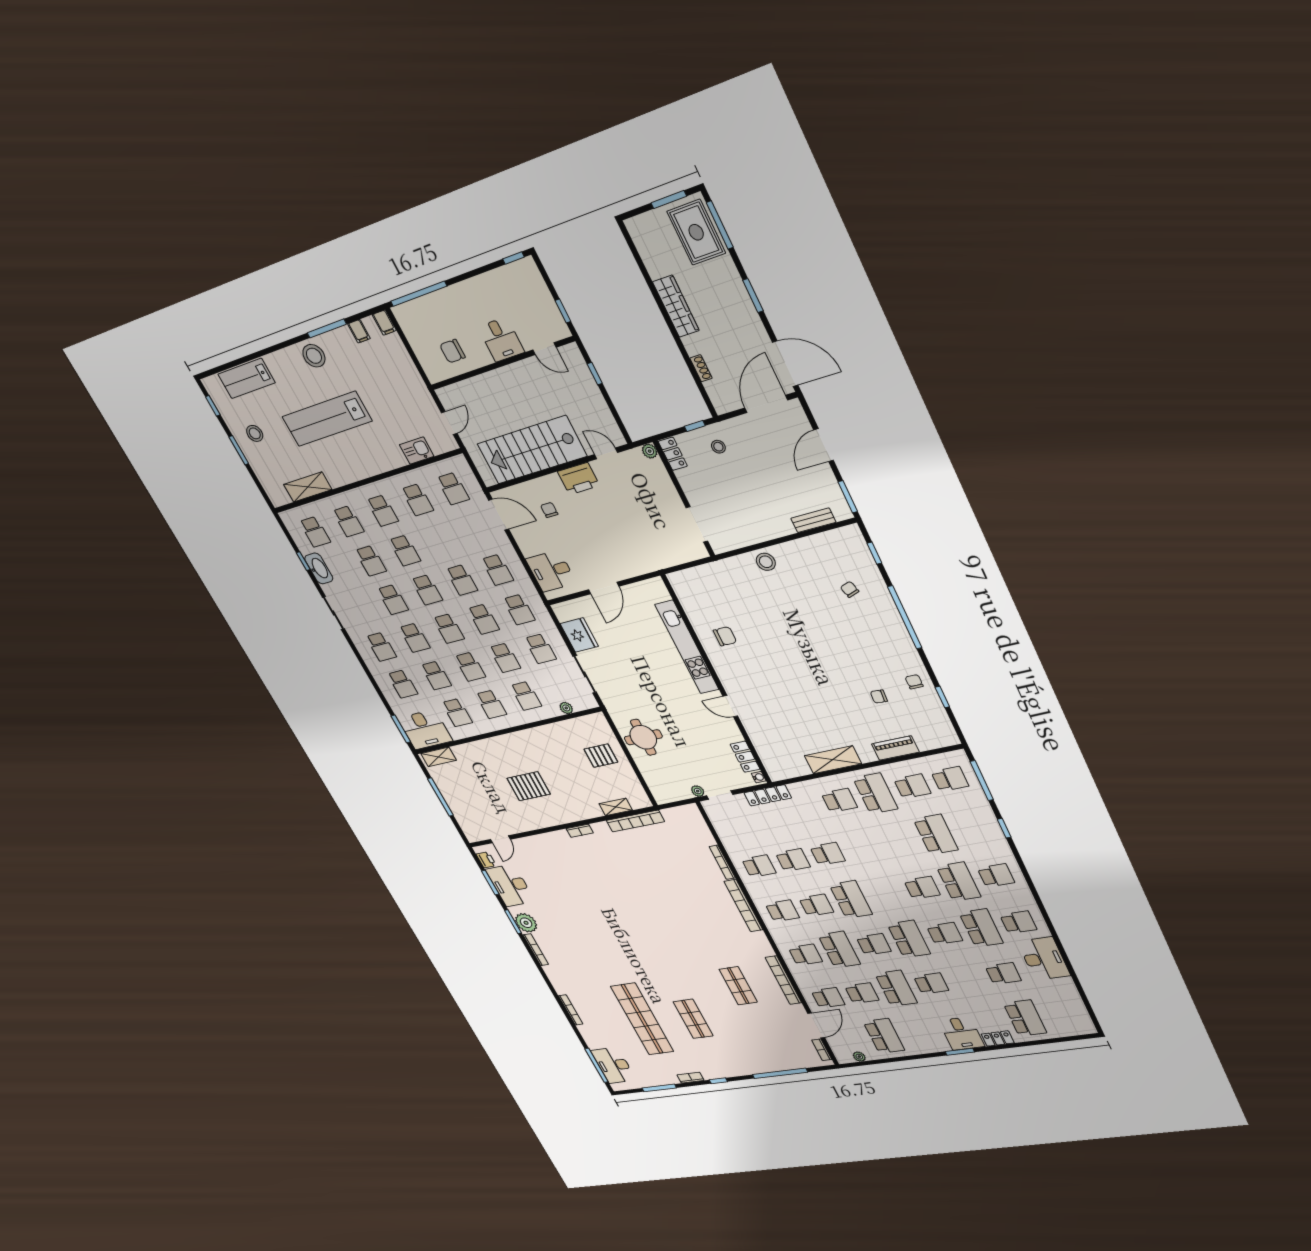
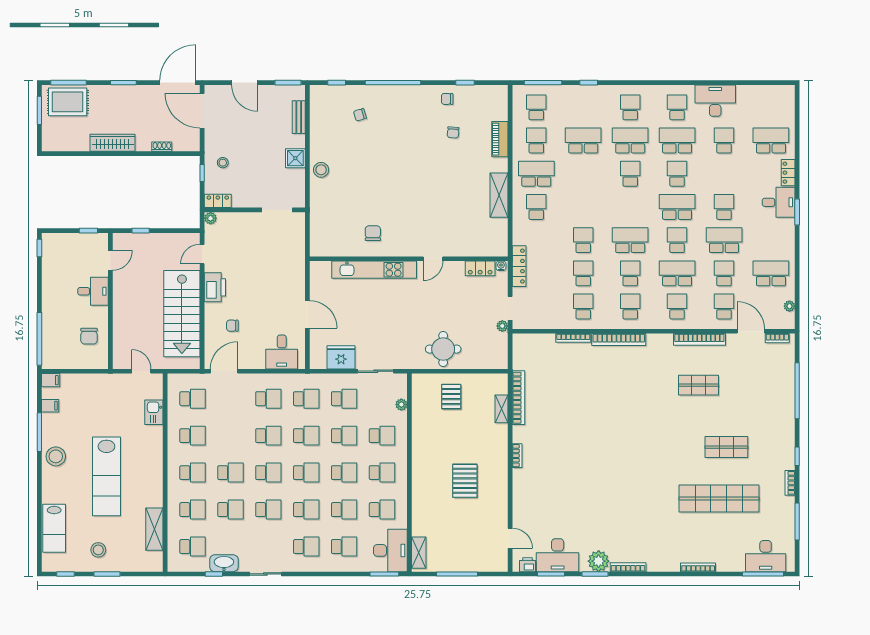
shower: (765, 529) -> (295, 158), added

